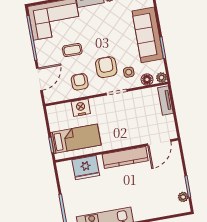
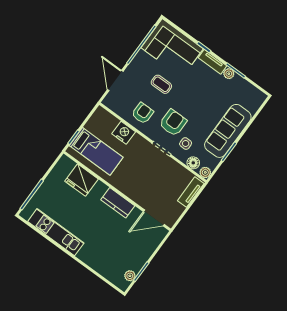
door: (39, 79) -> (115, 80), swing flipped
kitchen counter: (125, 158) -> (118, 203), width x0.67

